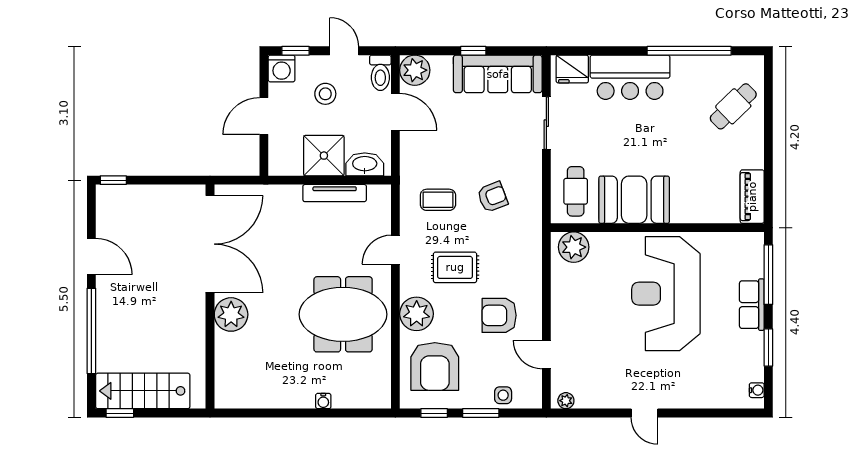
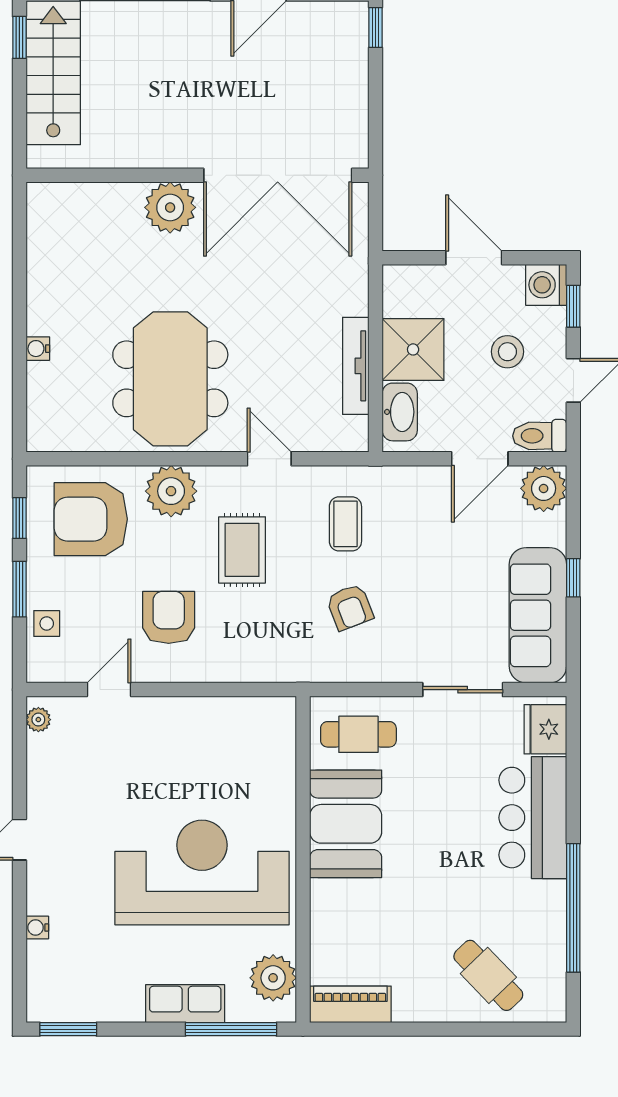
plant: (574, 247) -> (273, 978), moved
window: (768, 348) -> (68, 1029), moved
water cooler: (757, 390) -> (37, 928), moved, turned 90

